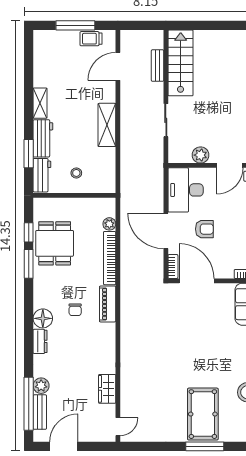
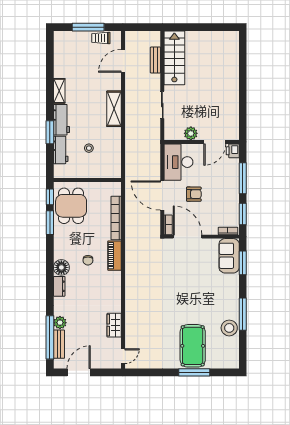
wall: (74, 195) -> (87, 180), moved
plant: (109, 224) -> (116, 190), removed

